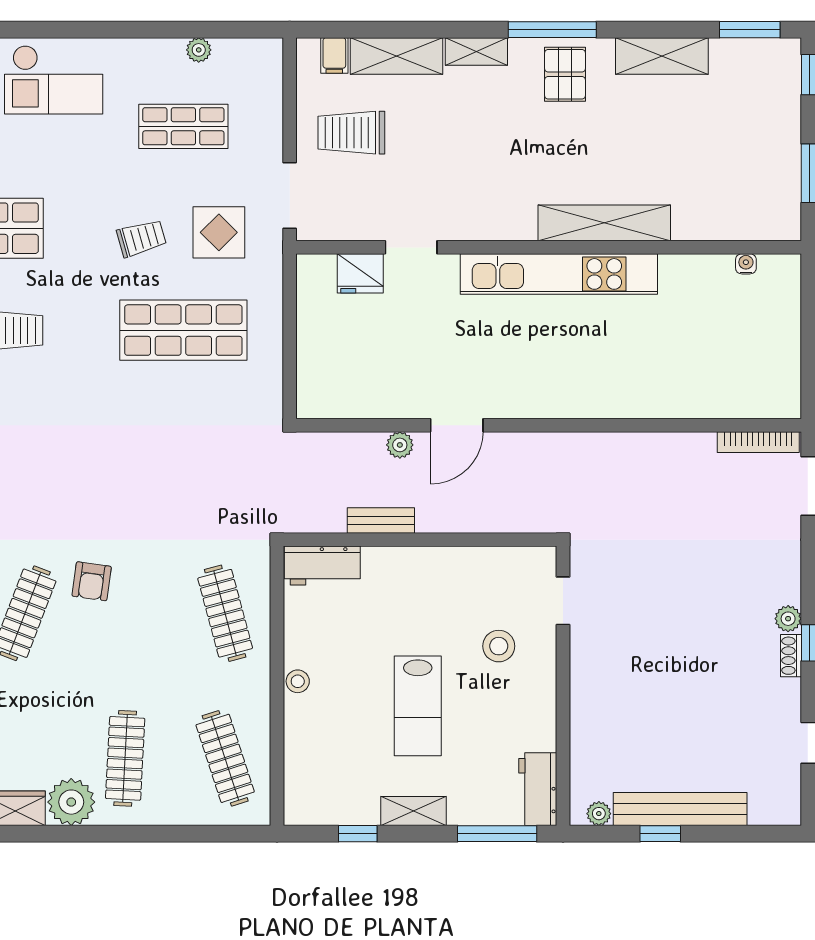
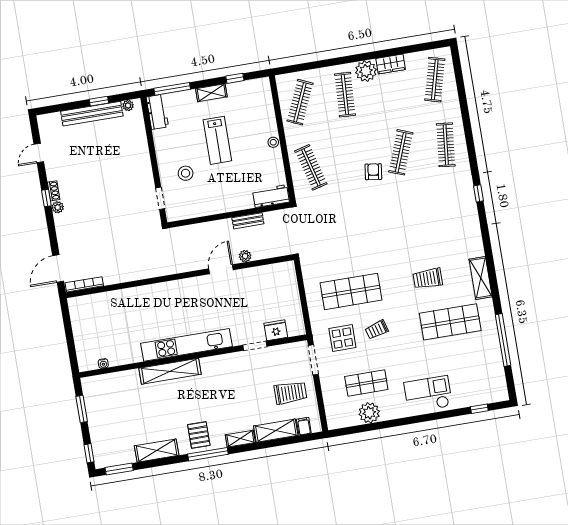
plant: (199, 50) -> (369, 413), width x1.88, depth x1.88
lab bench: (418, 706) -> (217, 140), turned 180
clothes rail: (225, 758) -> (300, 102), turned 42

